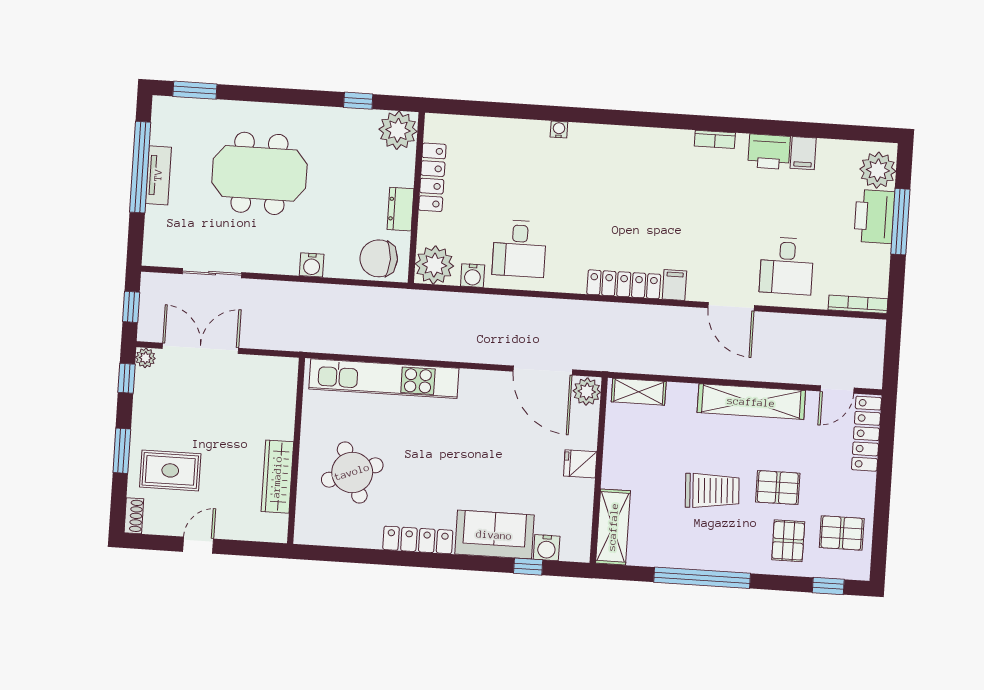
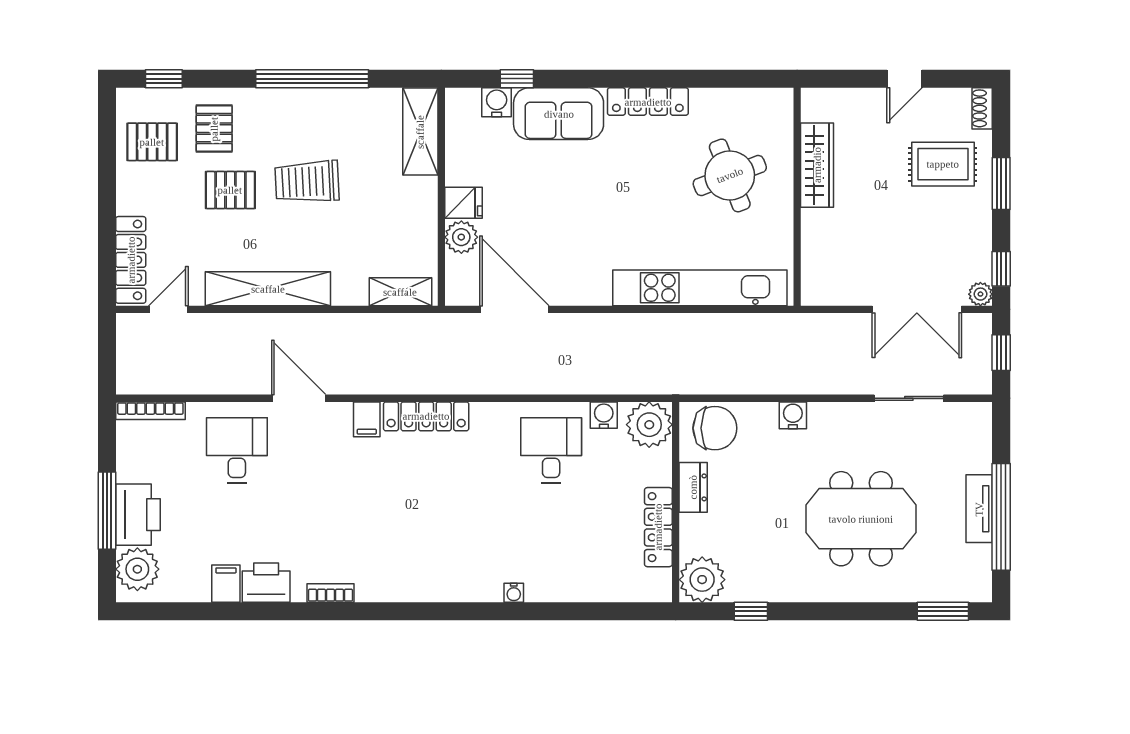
plant: (587, 392) -> (461, 237), moved

